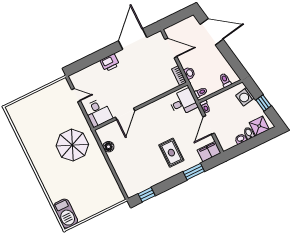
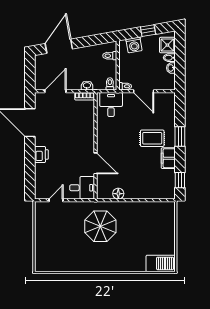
filing cabinet: (209, 151) -> (168, 158), moved
window: (194, 172) -> (180, 136), moved

